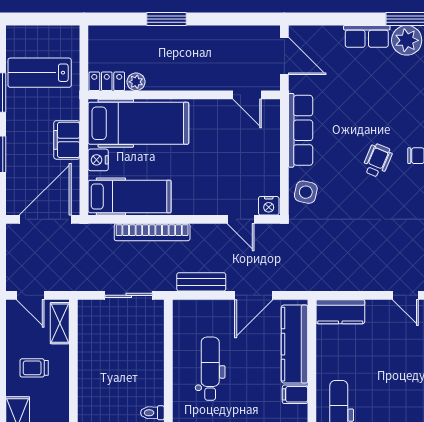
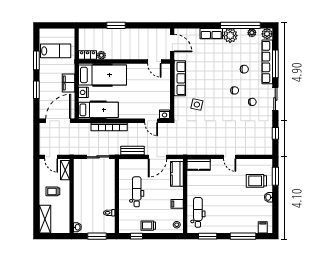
lab bench: (40, 73) -> (56, 51), turned 180
wheelchair: (377, 160) -> (216, 93), removed
side table: (306, 192) -> (197, 105), moved
kitchen counter: (295, 344) -> (177, 174), width x0.67

